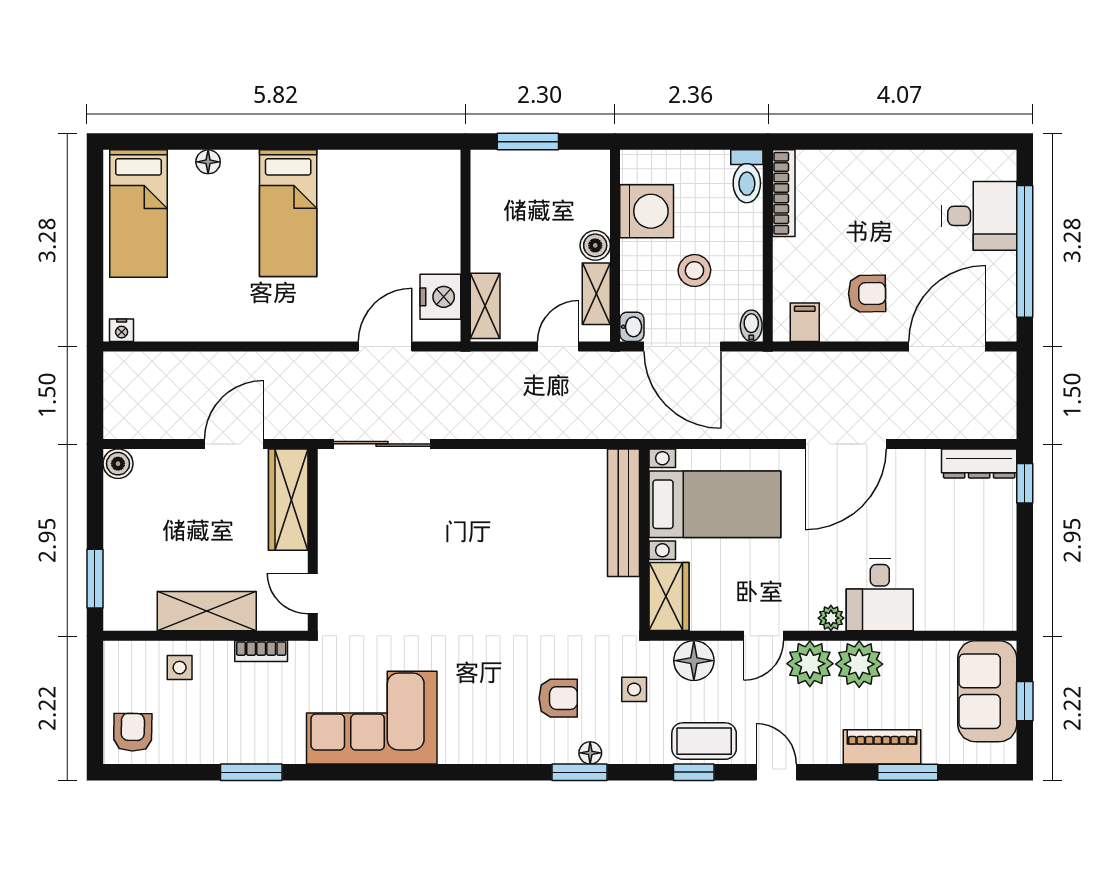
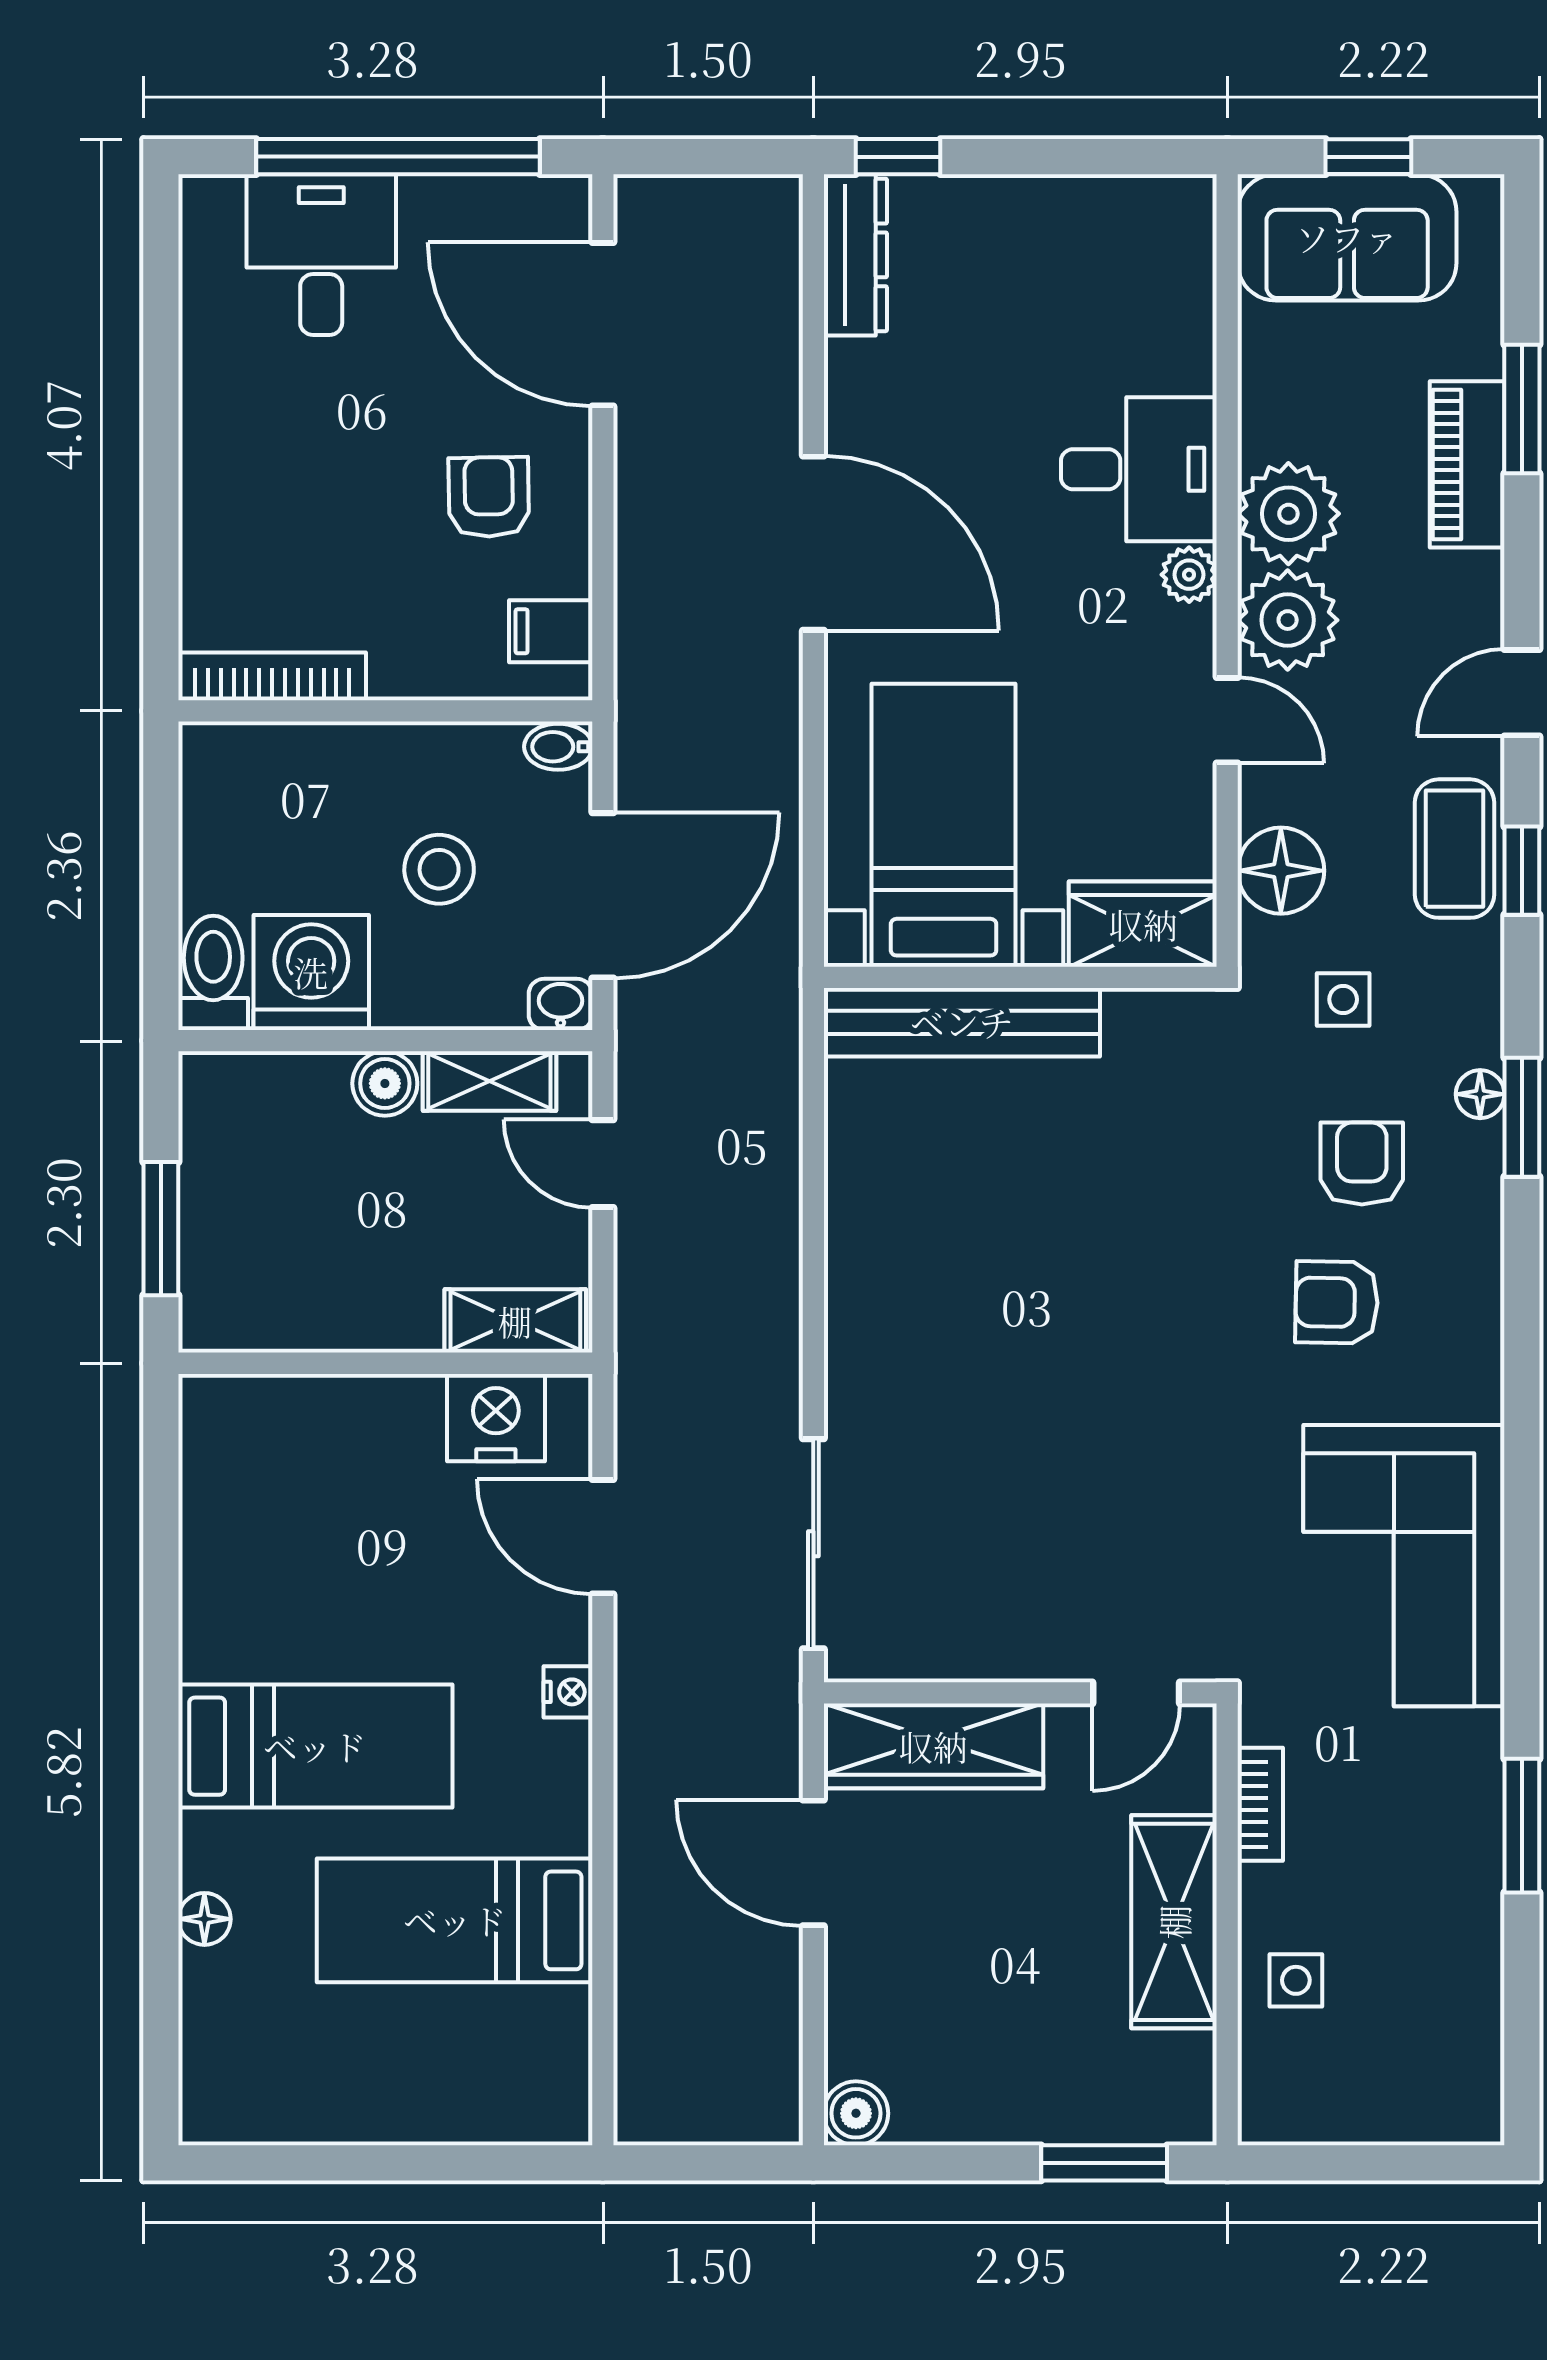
toilet: (747, 176) -> (213, 973), moved, turned -90
bed: (138, 214) -> (455, 1920), moved, turned 180
nightstand: (122, 330) -> (568, 1692), moved
armchair: (133, 732) -> (1337, 1302), moved

